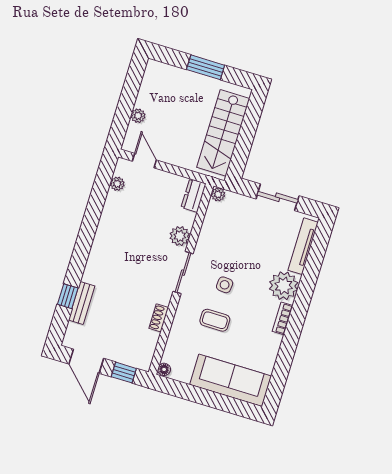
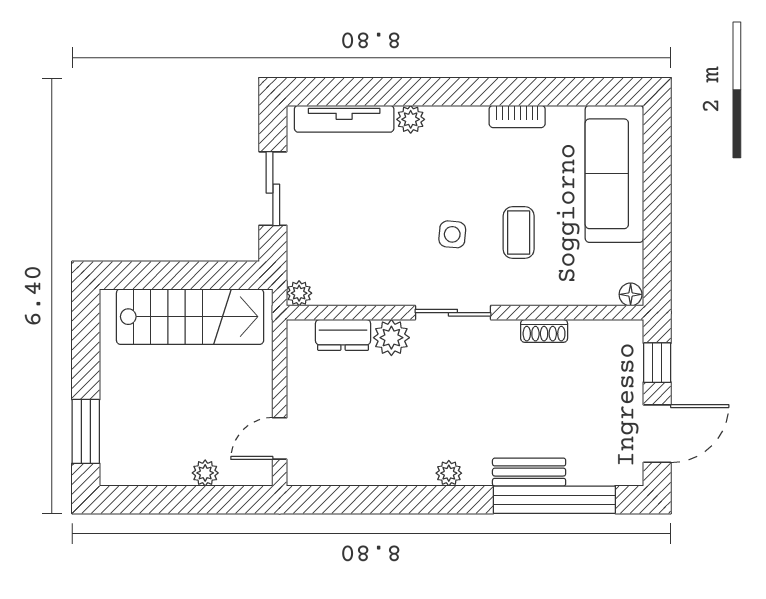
window: (206, 67) -> (86, 431), moved
plant: (117, 184) -> (449, 473), moved
dresser: (194, 195) -> (343, 335), moved
plant: (284, 286) -> (411, 119), width x0.53, depth x0.53
window: (68, 296) -> (554, 500), width x3.17
bench: (82, 303) -> (529, 472), moved
bookcase: (282, 318) -> (517, 116), moved

